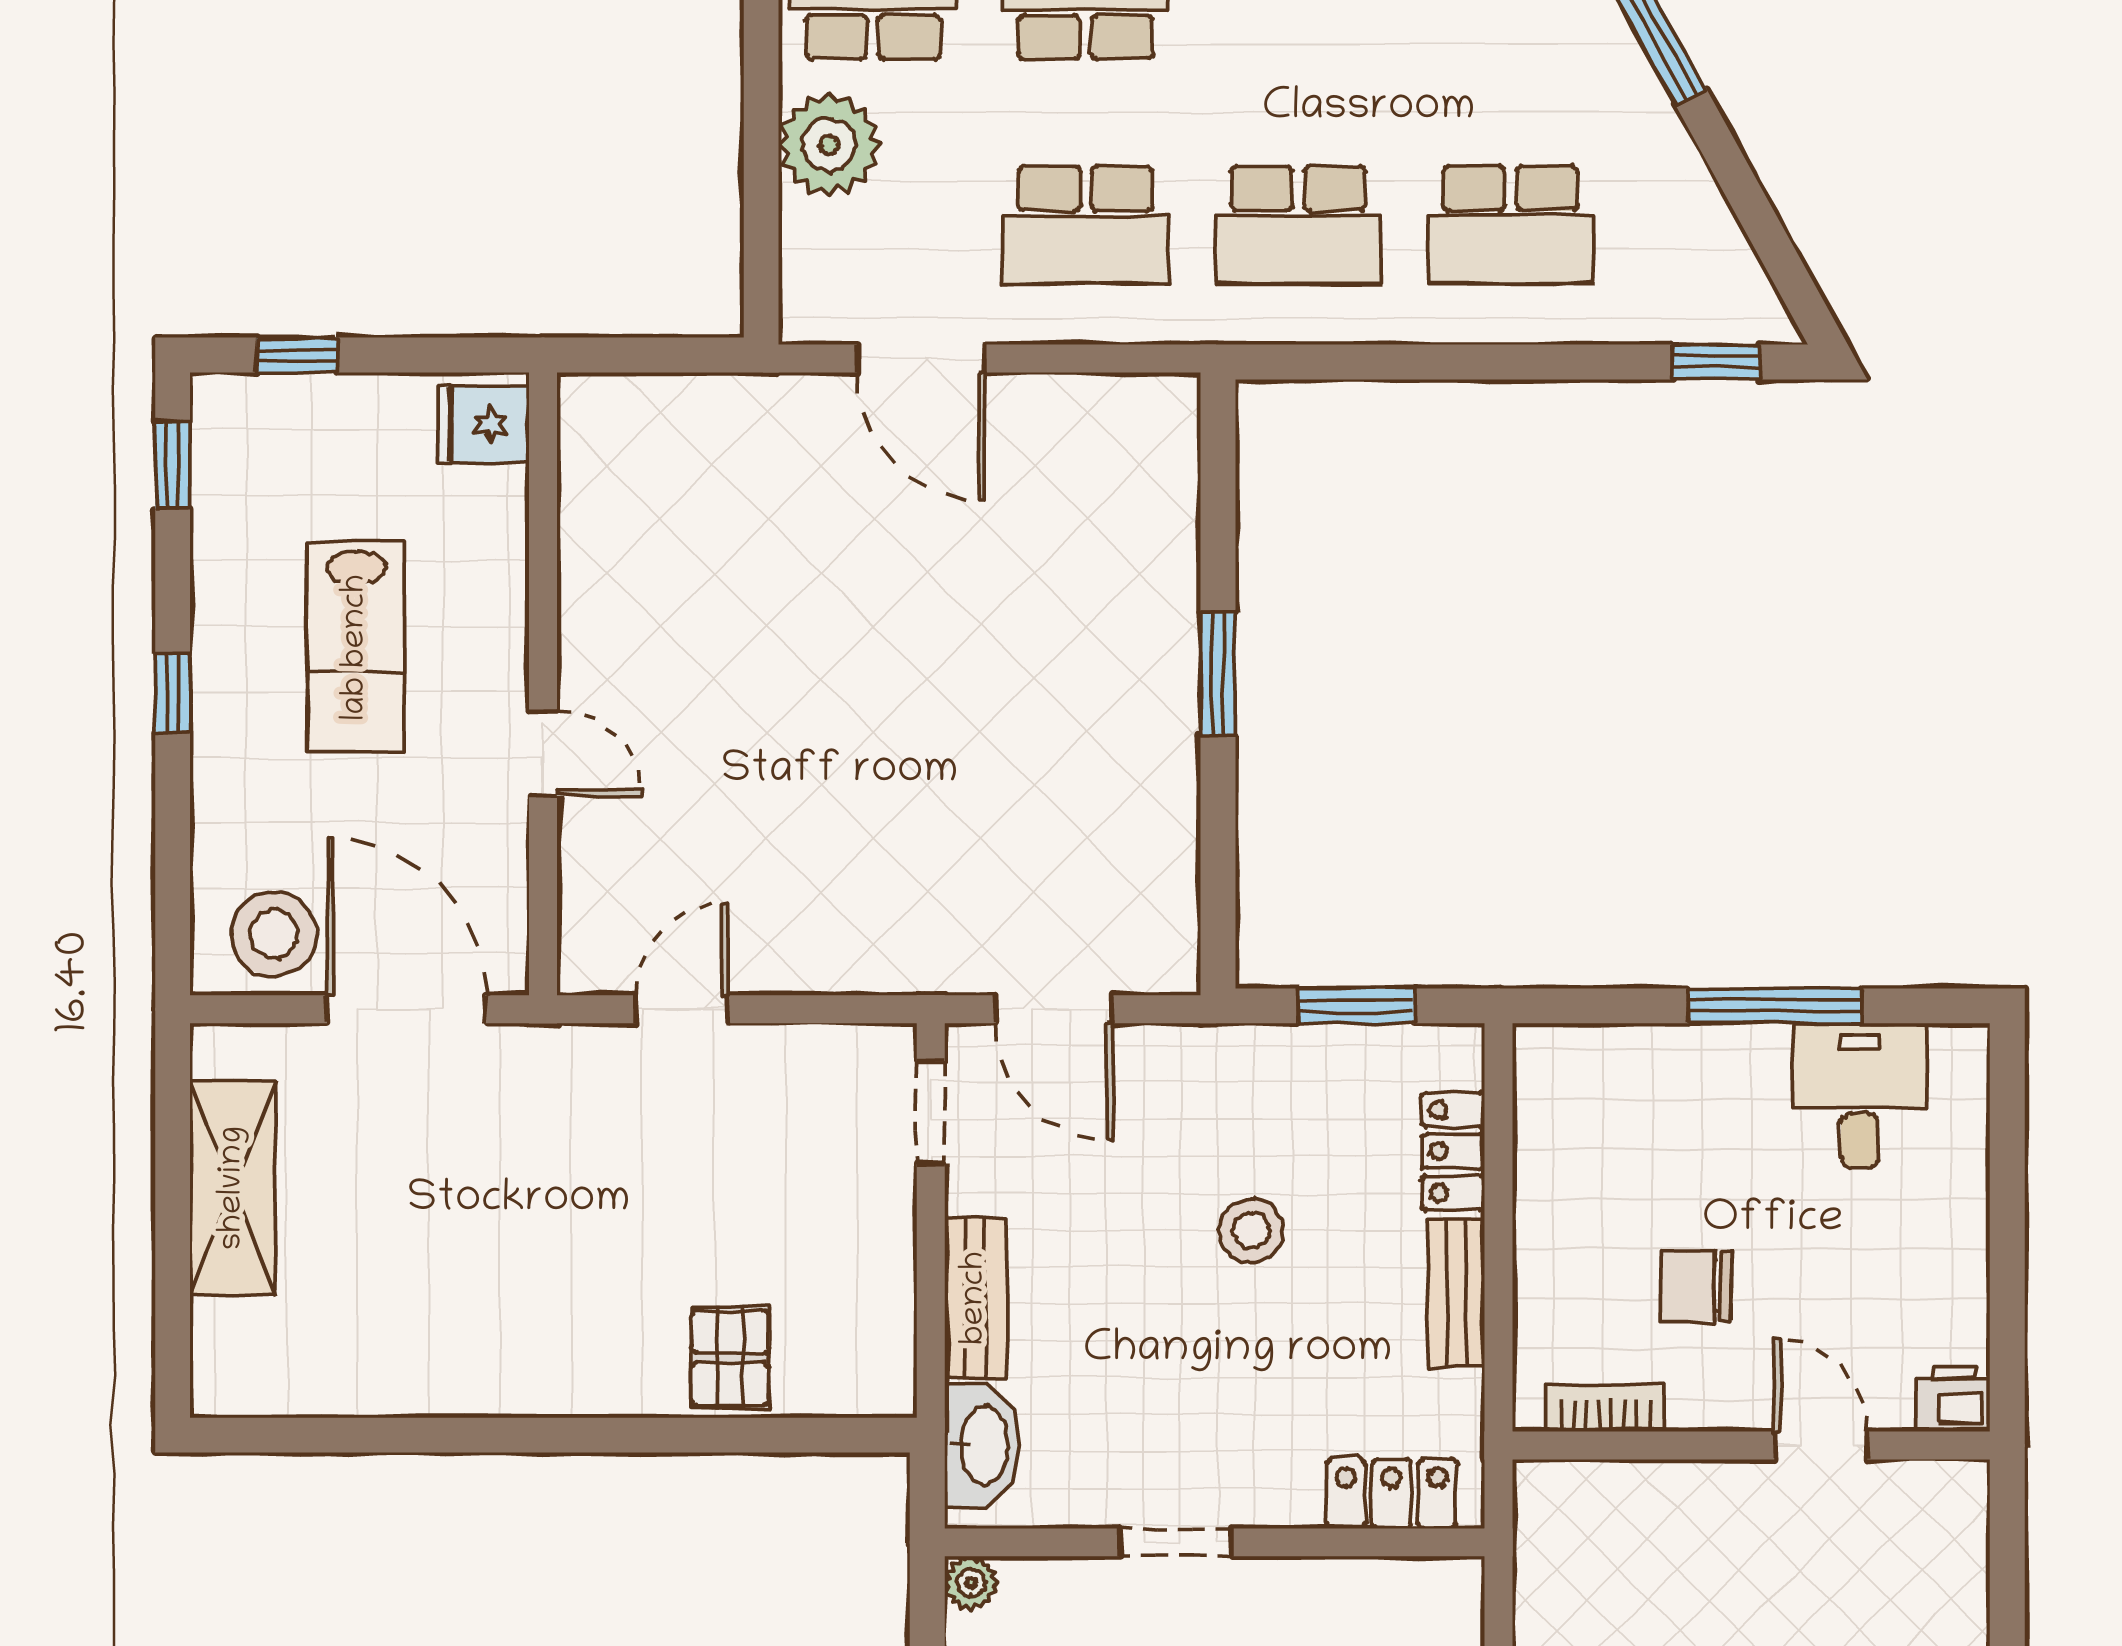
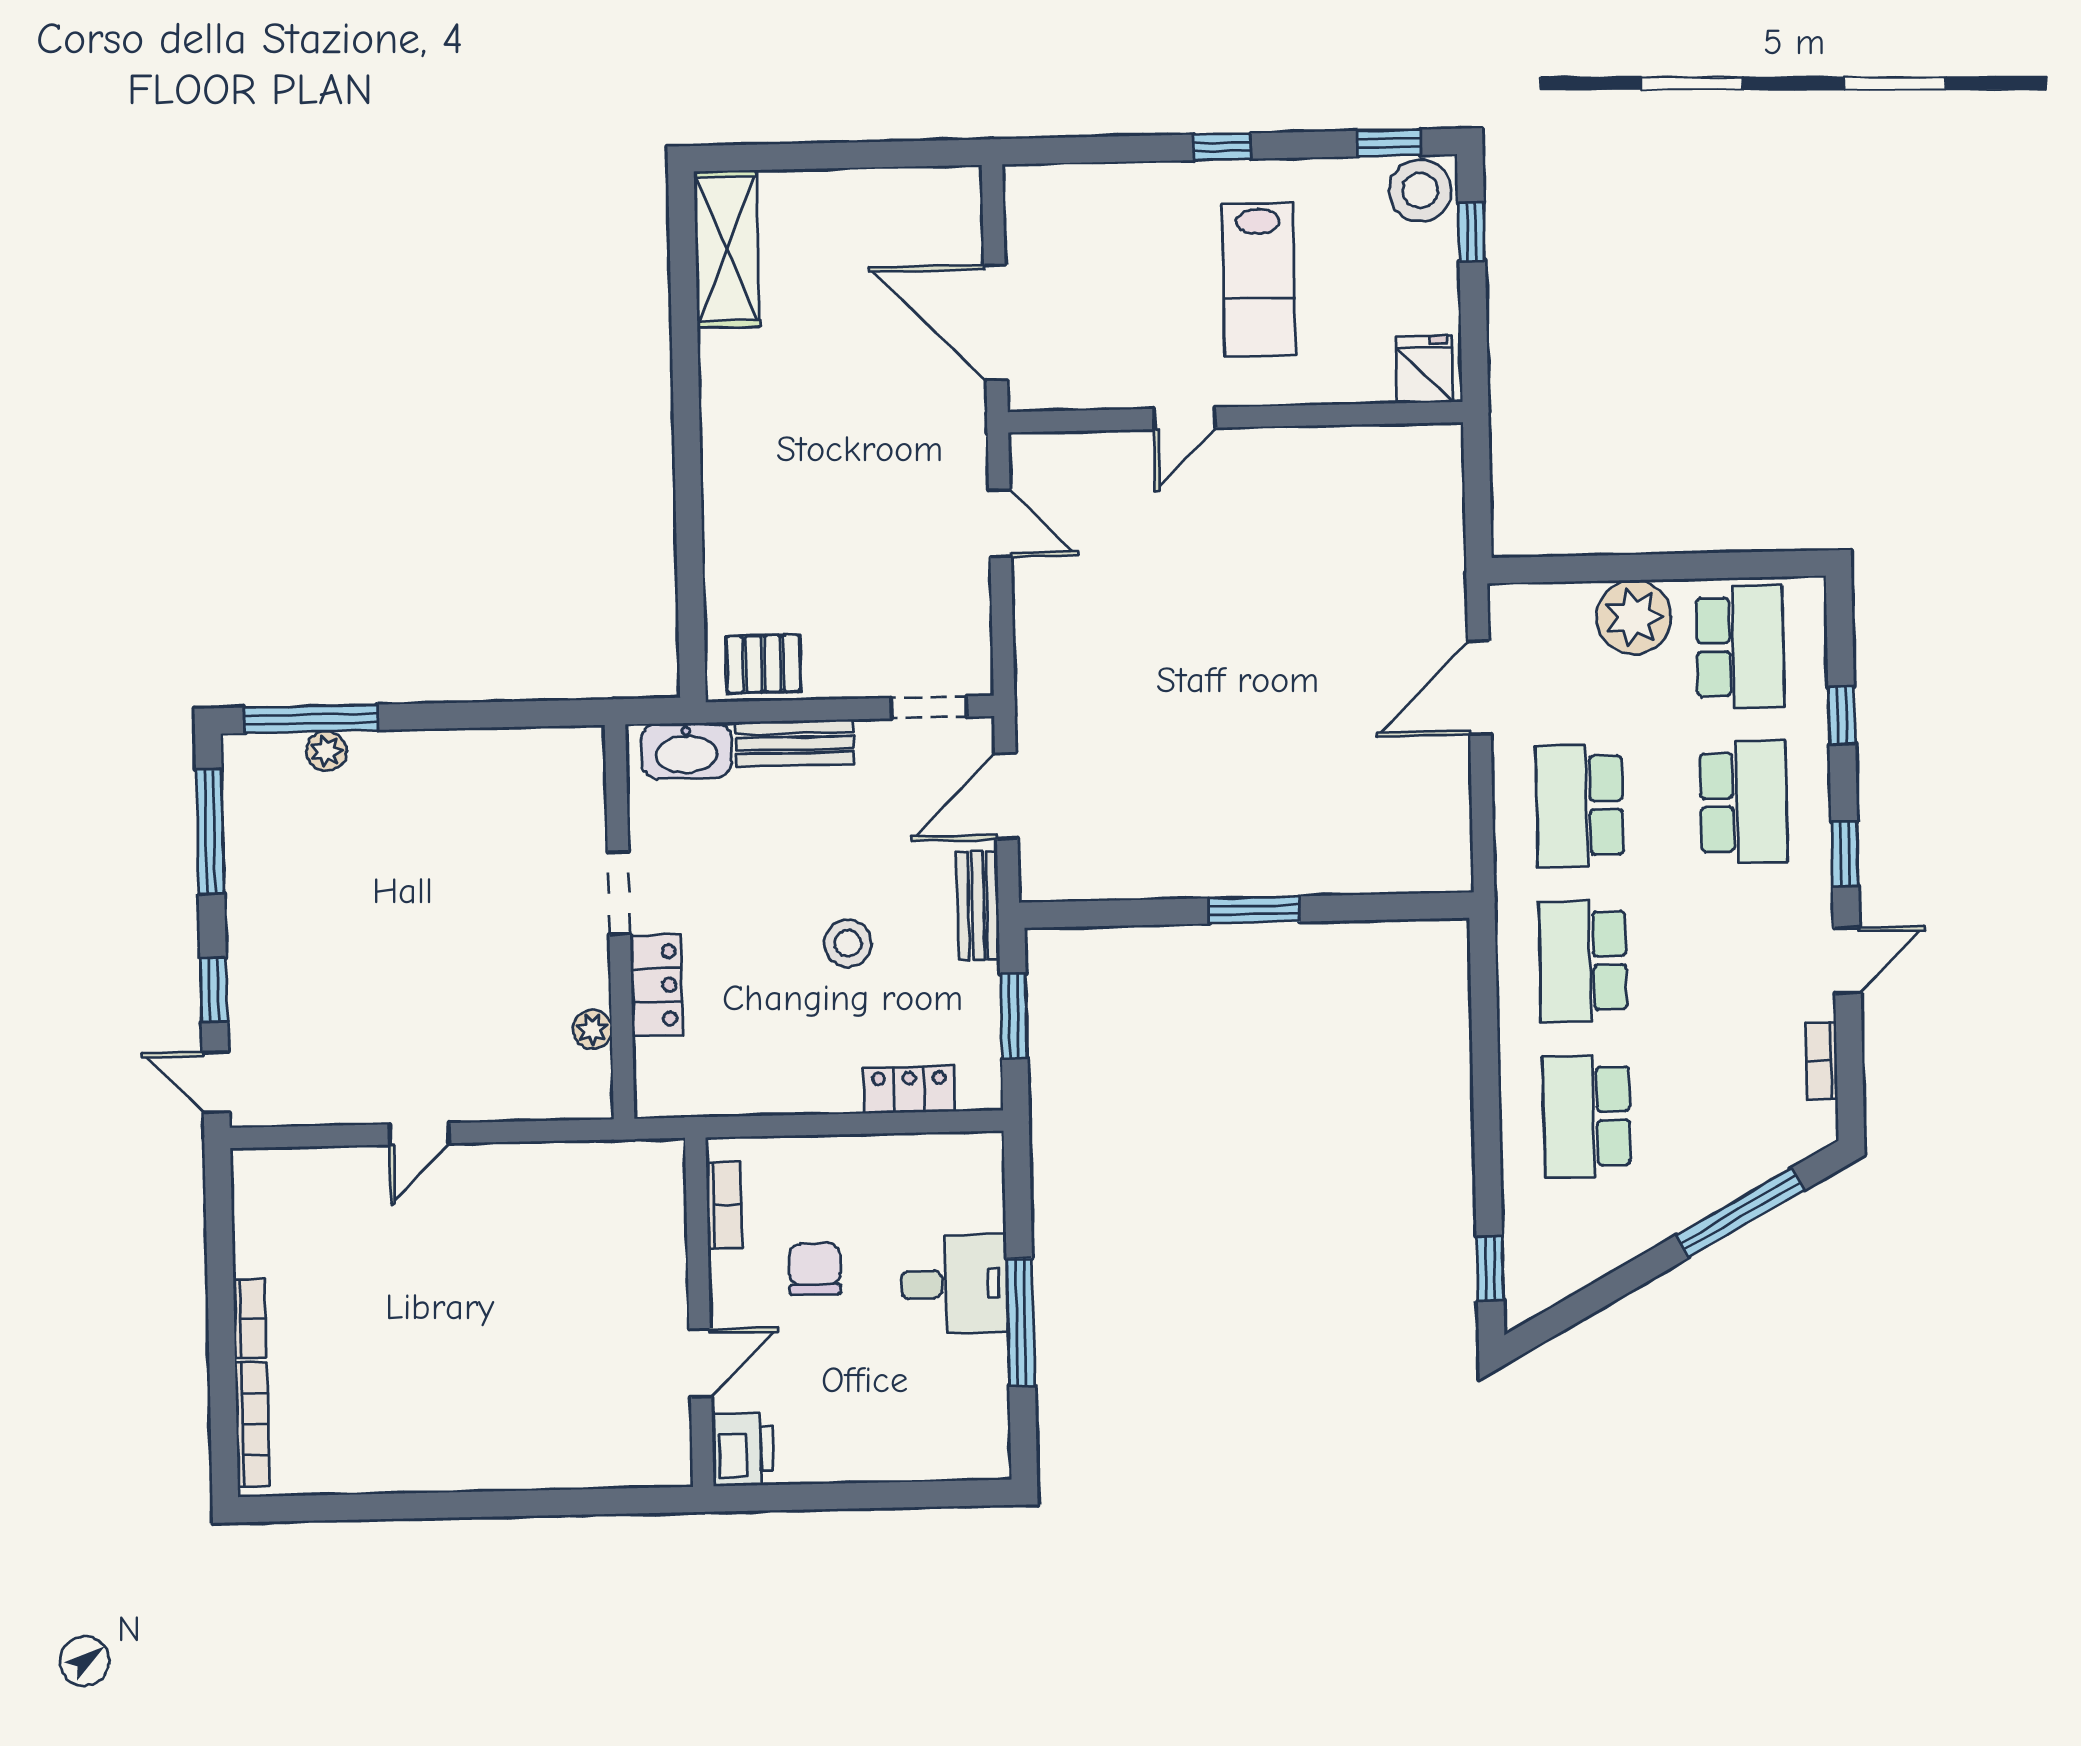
lab bench: (356, 647) -> (1259, 280), turned -90
stool: (274, 934) -> (1420, 190), moved
door: (406, 1009) -> (995, 322), swing flipped
desk: (1860, 1095) -> (954, 1284), moved
shelving: (233, 1188) -> (727, 249), moved, turned 90
bench: (1456, 1293) -> (978, 906), moved, turned 90
pallet: (730, 1358) -> (763, 664), moved
printer: (1953, 1398) -> (743, 1449), width x1.36, depth x1.24
locker: (1392, 1494) -> (657, 985), moved
plant: (971, 1583) -> (592, 1029), moved

